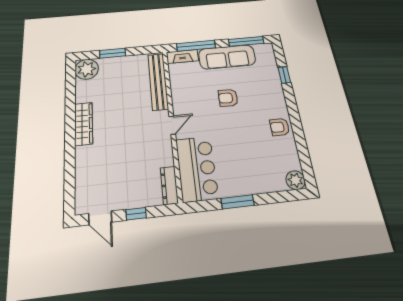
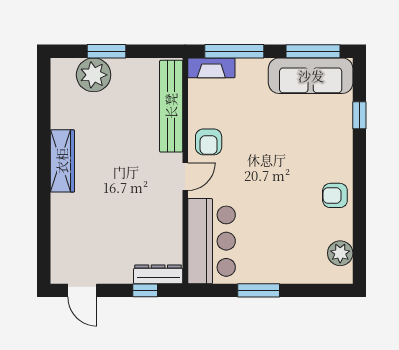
sofa: (227, 57) -> (311, 76), moved
plant: (87, 69) -> (94, 75), moved
armchair: (228, 98) -> (209, 142), moved, turned -92
plant: (296, 180) -> (340, 253), moved
dresser: (169, 185) -> (158, 274), moved, turned 90
window: (136, 214) -> (145, 290), moved

